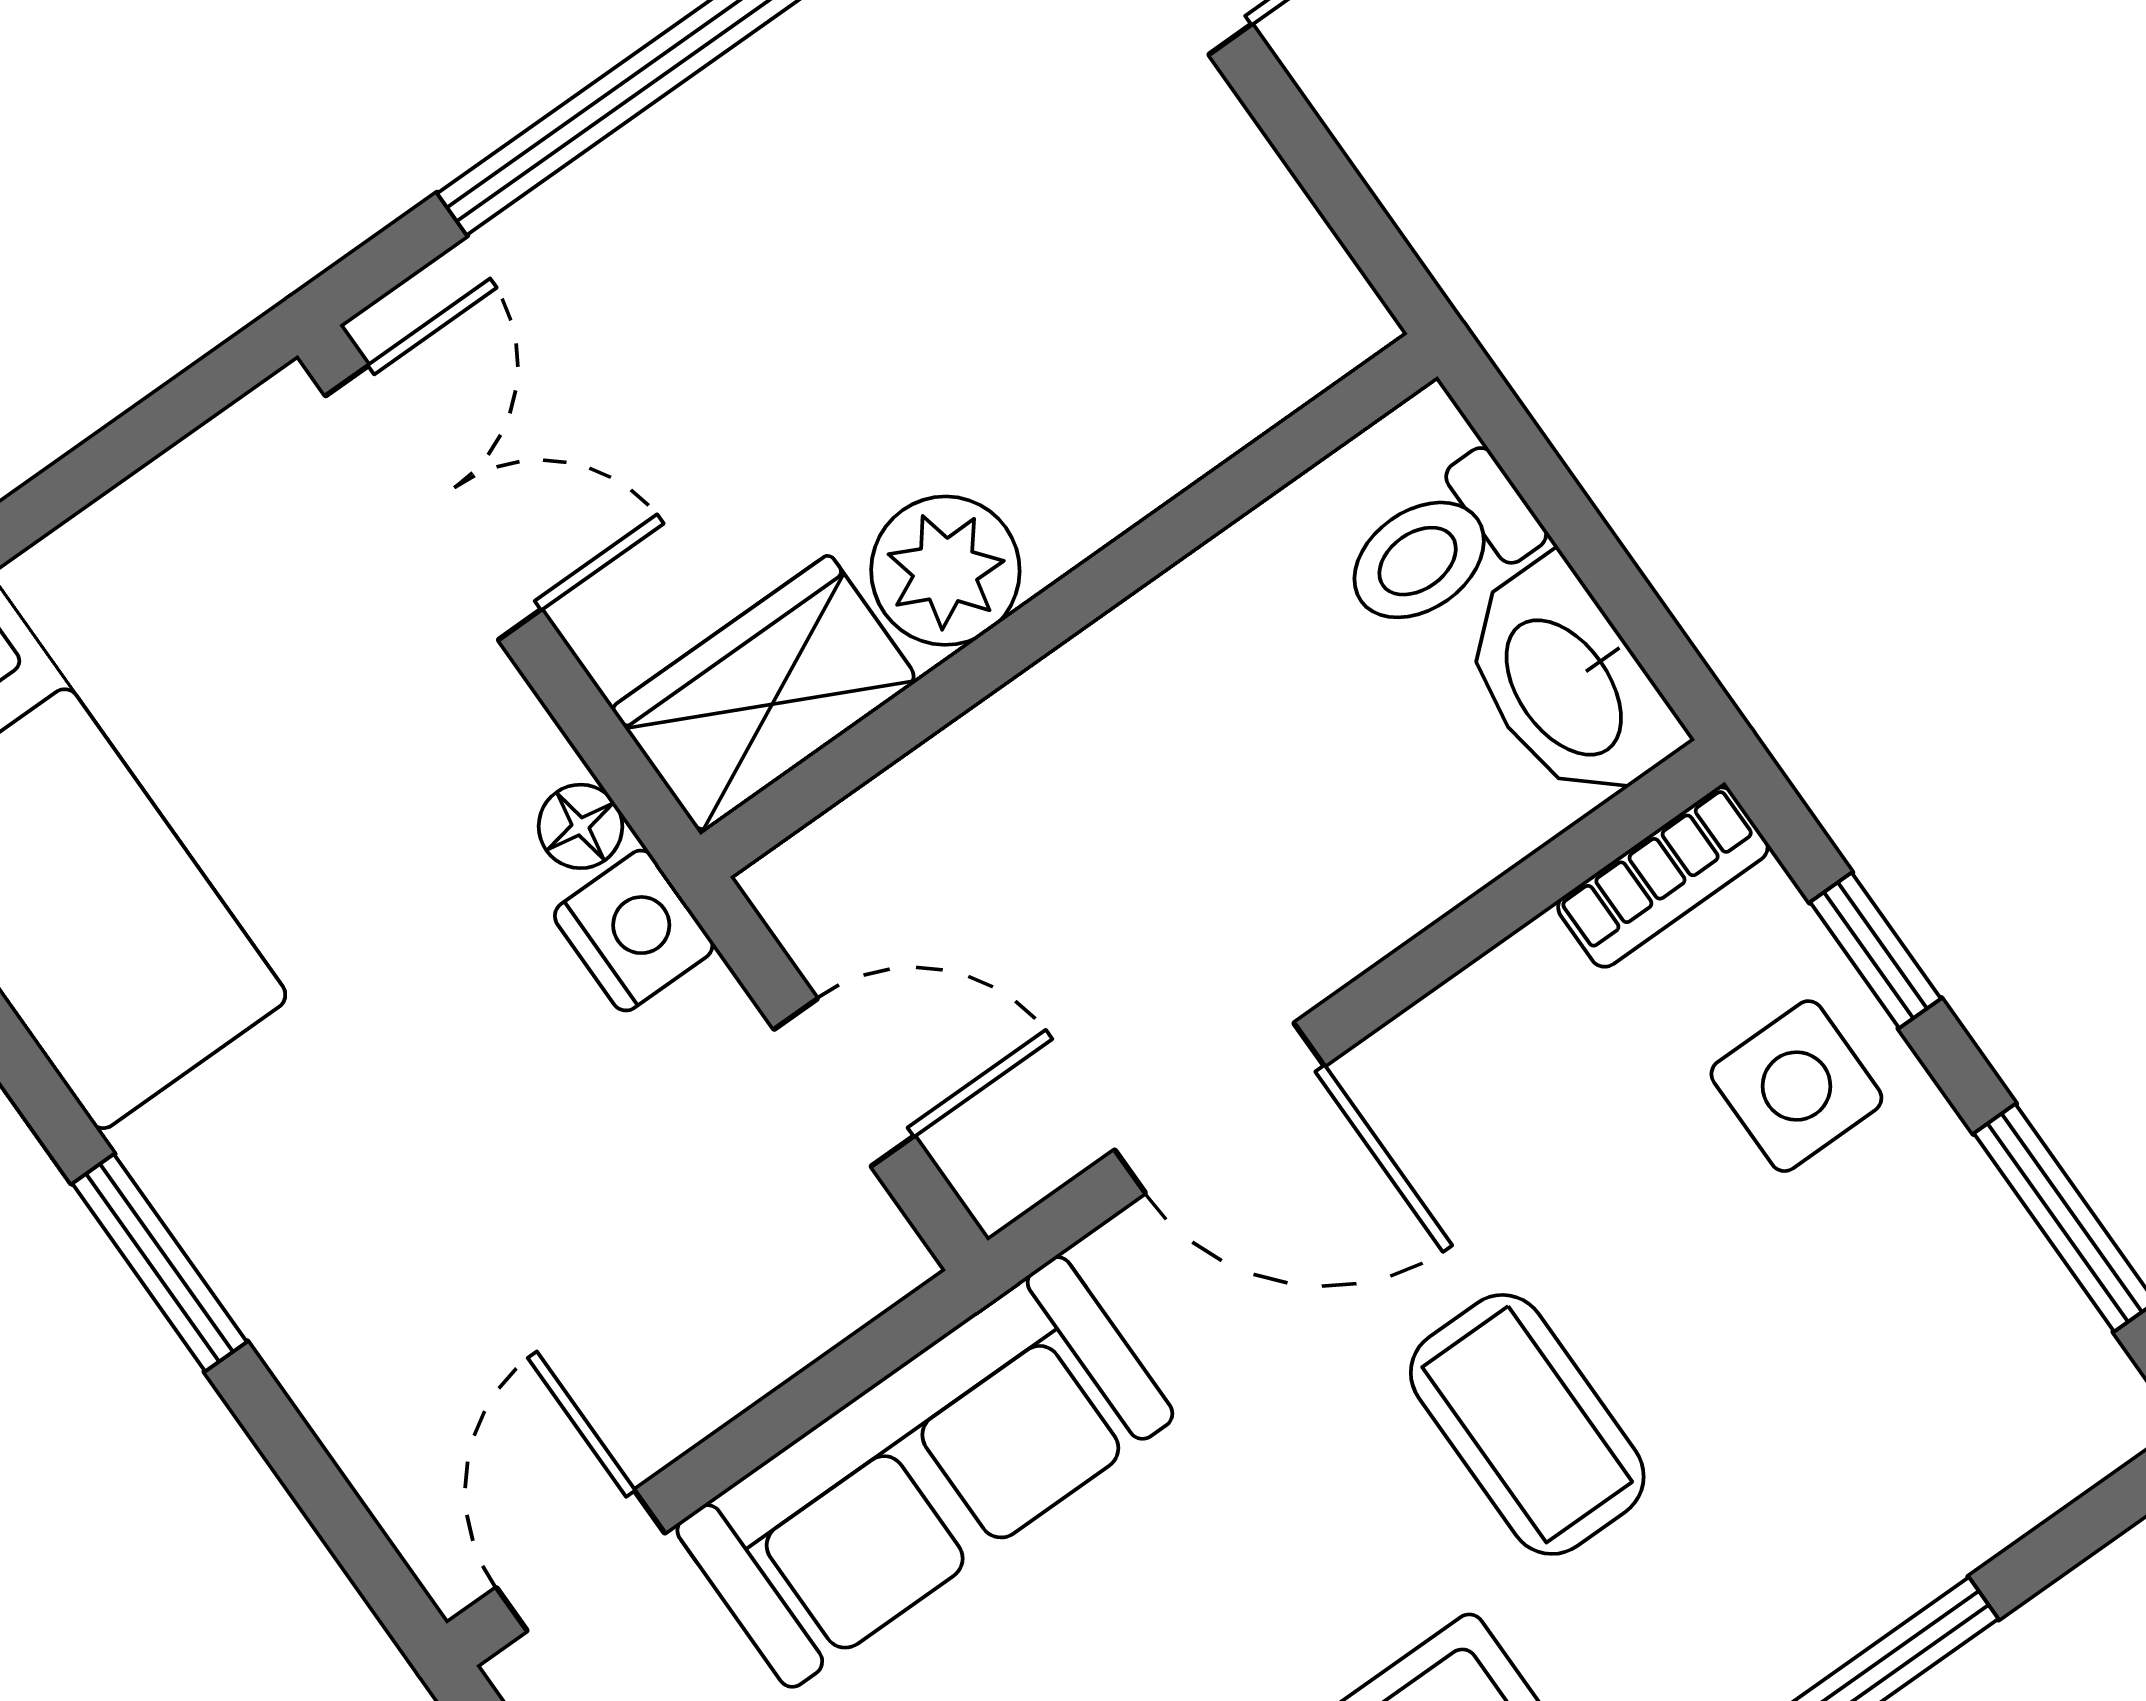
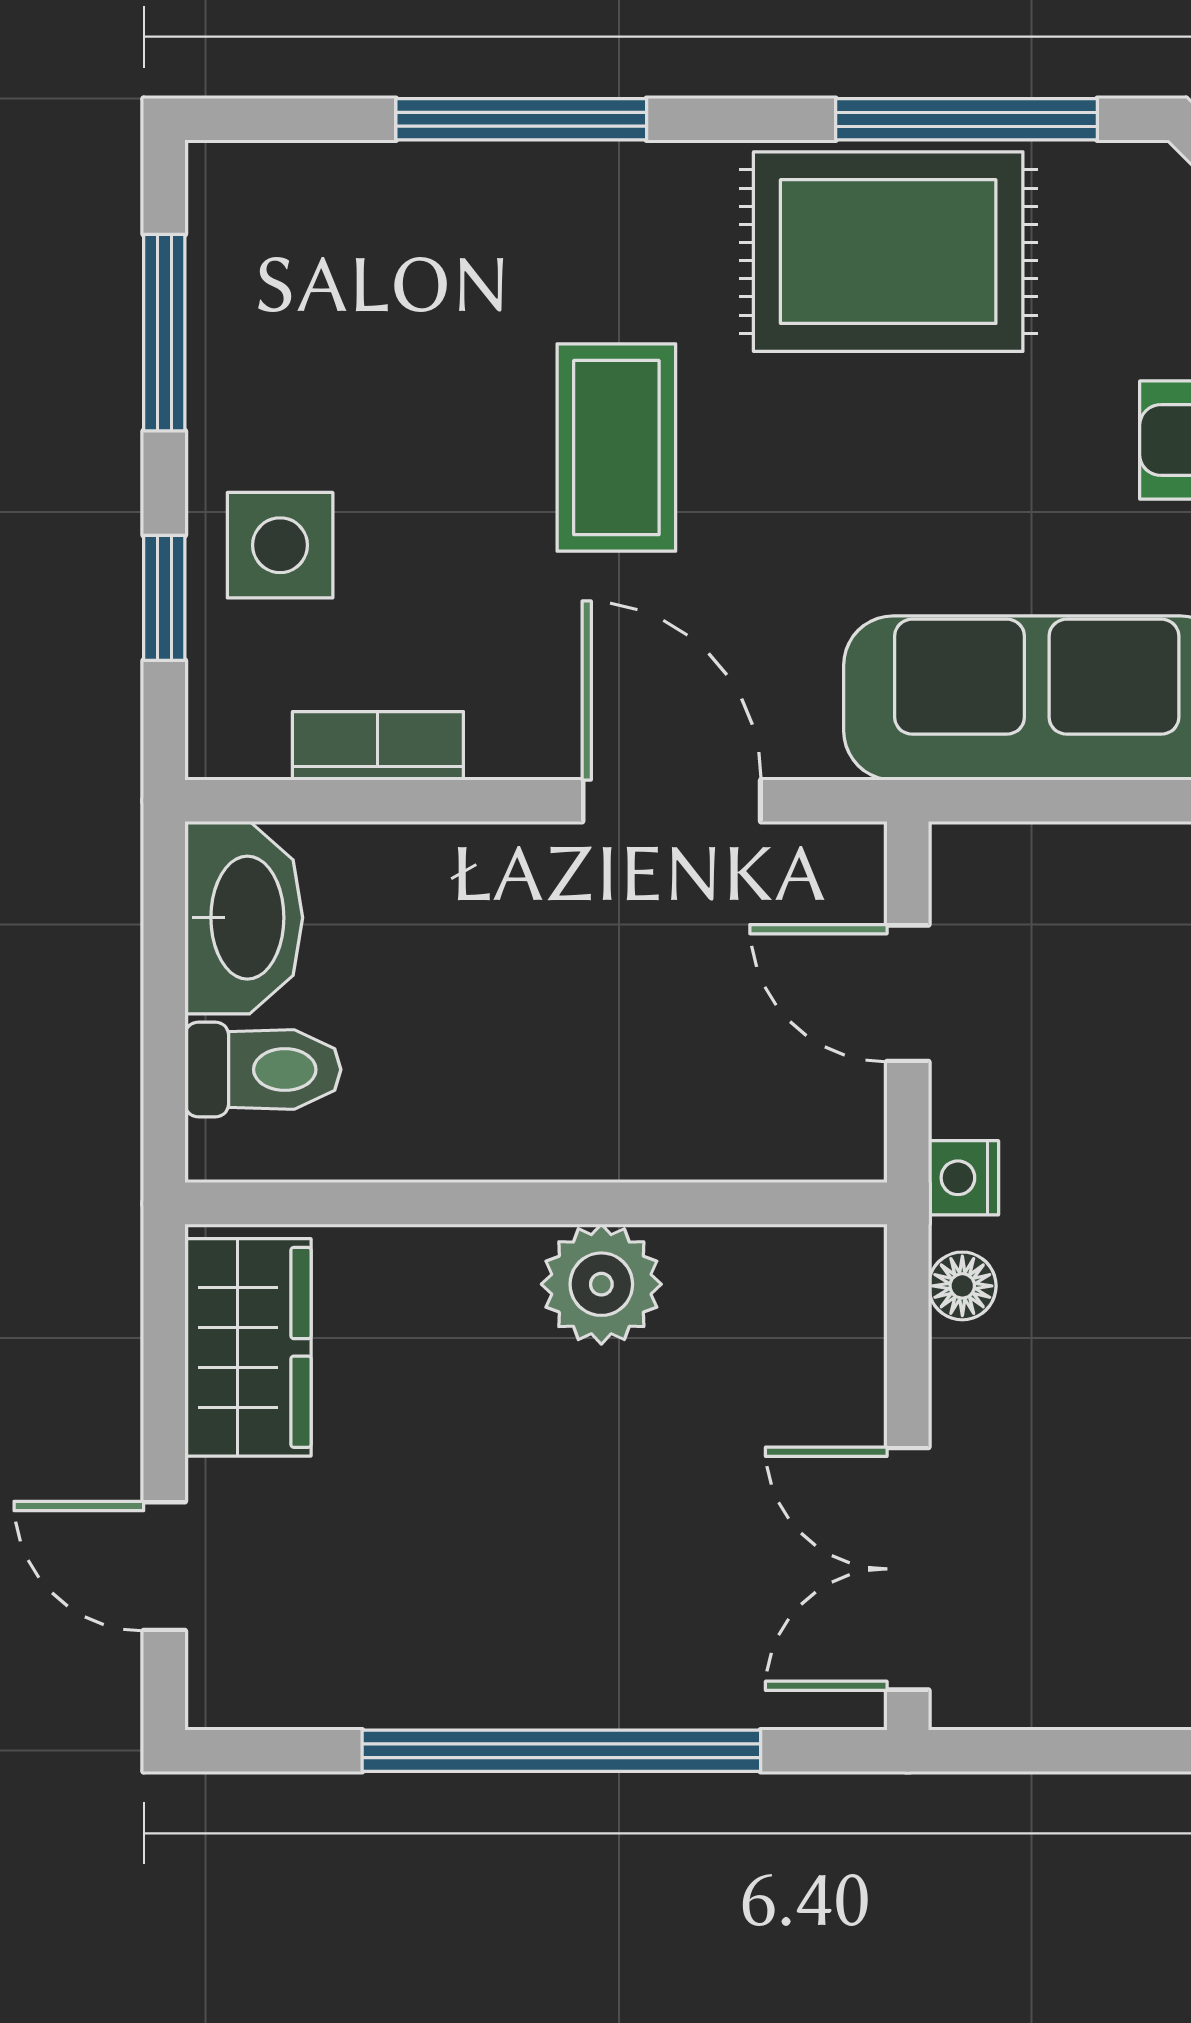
wardrobe: (765, 694) -> (248, 1347), moved, turned -90
bookcase: (1663, 877) -> (378, 746), moved
nightstand: (634, 931) -> (963, 1178), width x0.72, depth x0.74

